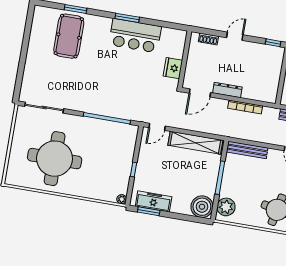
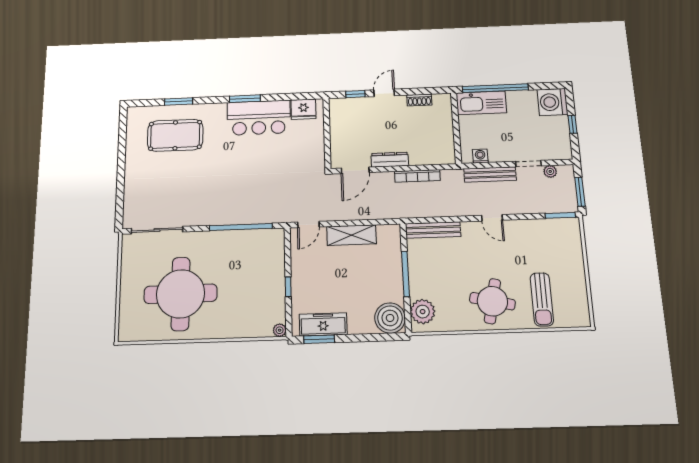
pool table: (69, 36) -> (175, 135), turned 90
shoe rack: (208, 39) -> (419, 100), moved
window: (273, 43) -> (355, 94), moved
fridge: (173, 68) -> (303, 109), moved, turned -90
shelving: (195, 143) -> (351, 235), width x0.68

